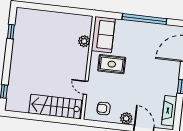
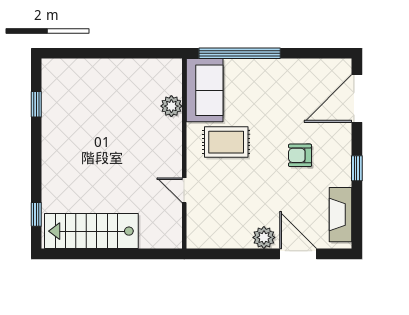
window: (144, 19) -> (240, 53), moved
stairs: (55, 107) -> (91, 231), moved
armchair: (104, 109) -> (300, 155), moved

